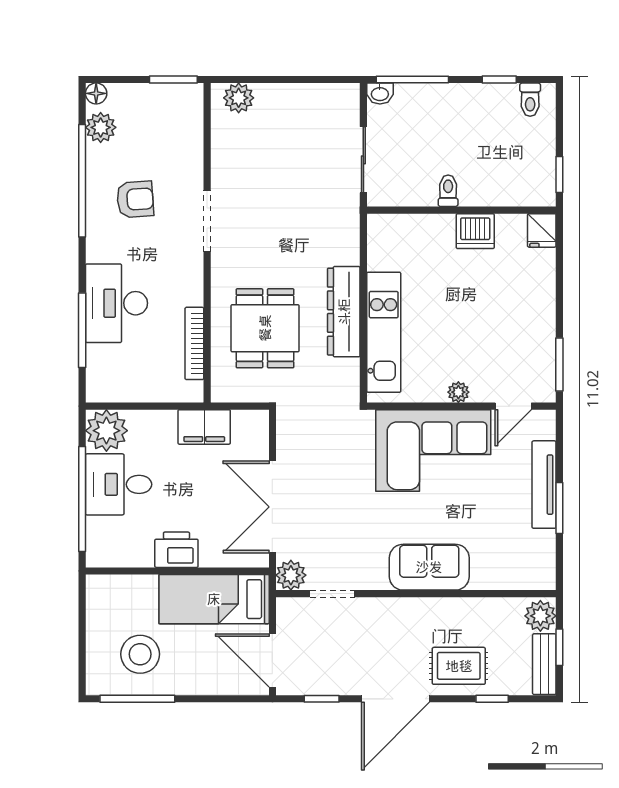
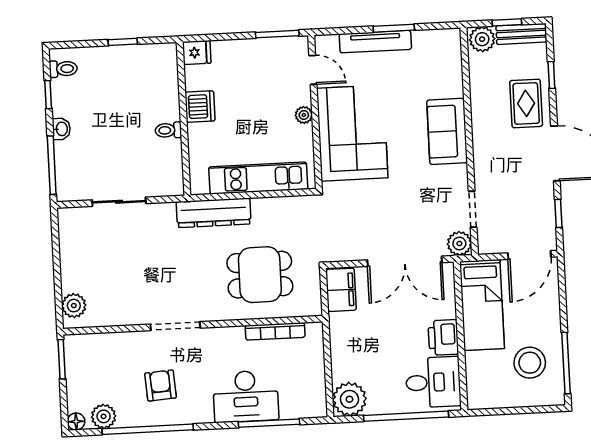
washbasin: (380, 93) -> (61, 129), moved
toilet: (448, 191) -> (168, 130), moved
wall: (461, 210) -> (184, 119), moved
fridge: (542, 230) -> (197, 52), moved
dishwasher: (475, 231) -> (200, 107), moved
dresser: (344, 312) -> (214, 213), moved
filing cabinet: (204, 427) -> (341, 290), moved
desk: (119, 484) -> (433, 382), moved, turned -90

